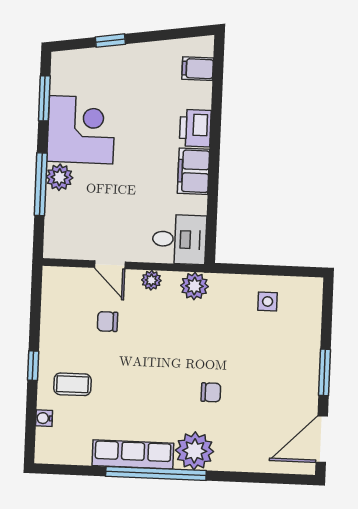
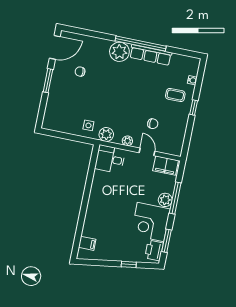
printer: (195, 128) -> (154, 250), moved, turned 180
filing cabinet: (193, 171) -> (166, 166), moved, turned 90
side table: (268, 301) -> (88, 125), moved
chair: (211, 392) -> (80, 72), moved

